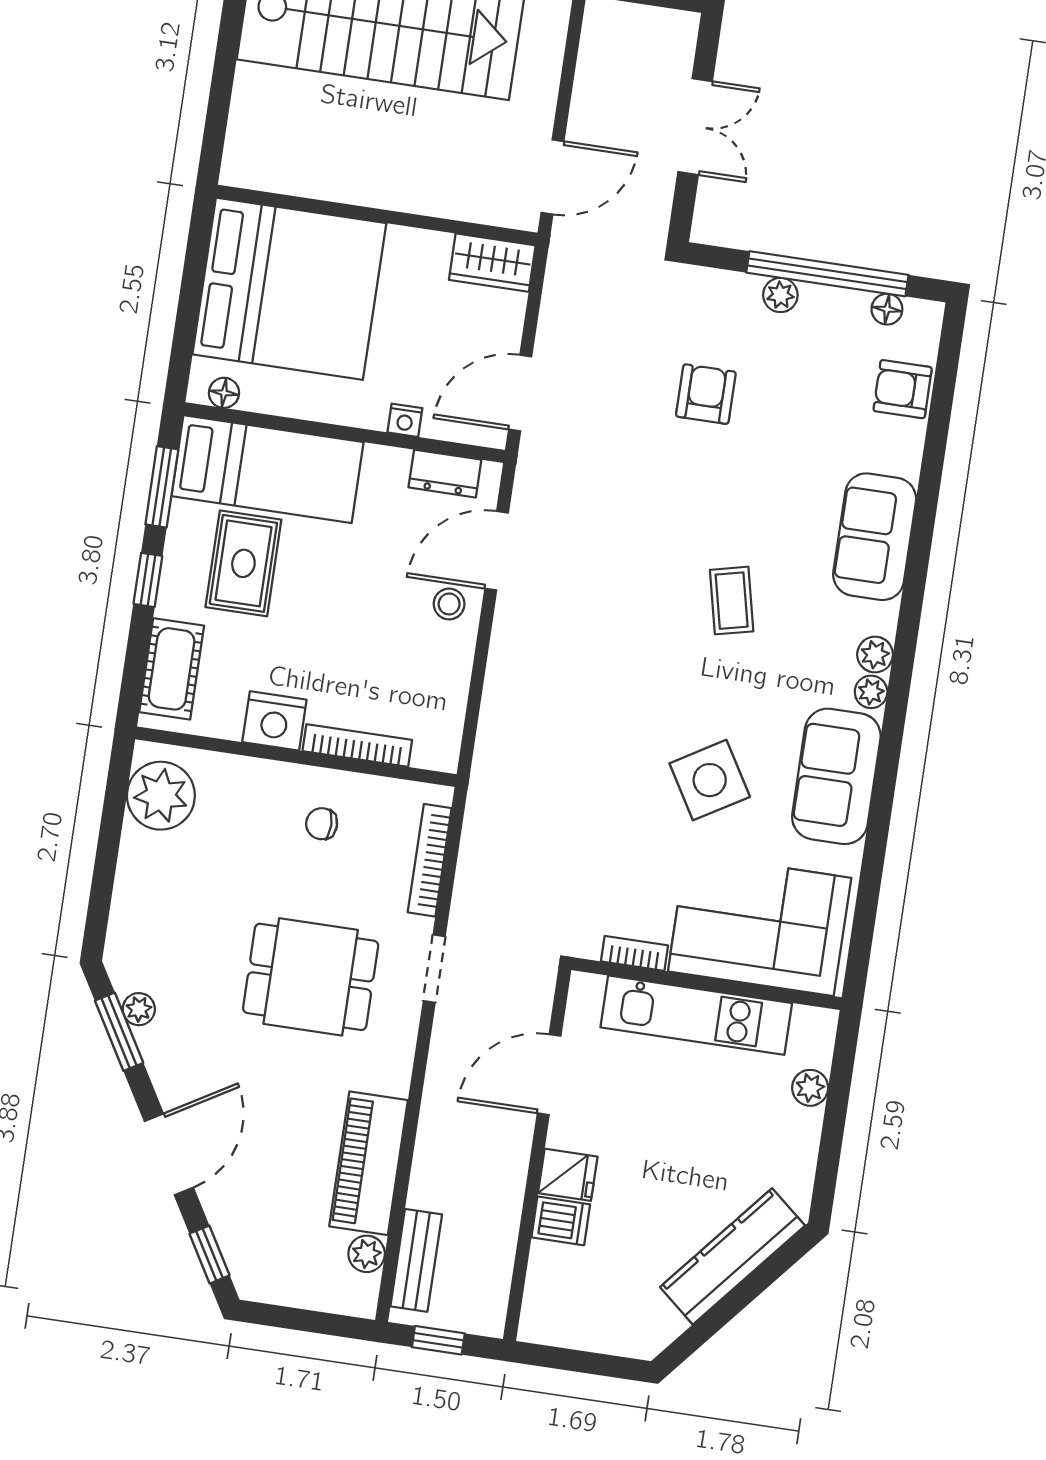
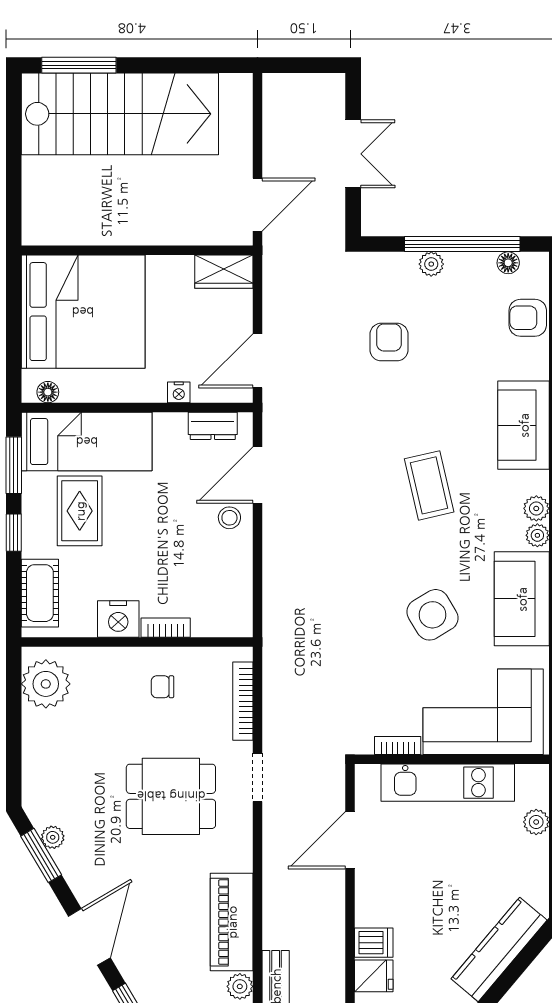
coffee table: (732, 601) -> (429, 485), width x1.36, depth x1.30
bookcase: (357, 745) -> (166, 628), width x0.64
fridge: (568, 1175) -> (374, 976), moved

